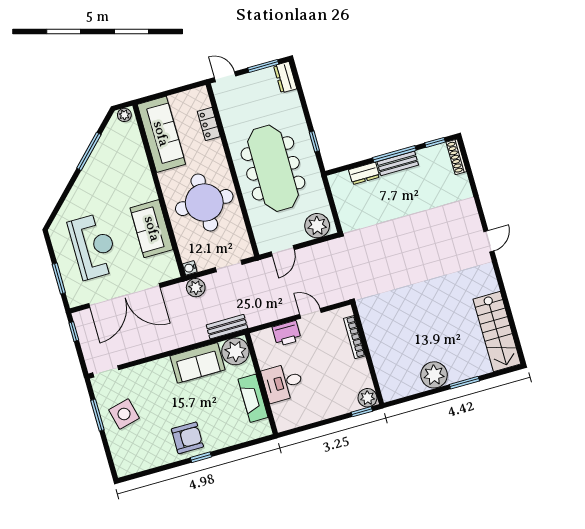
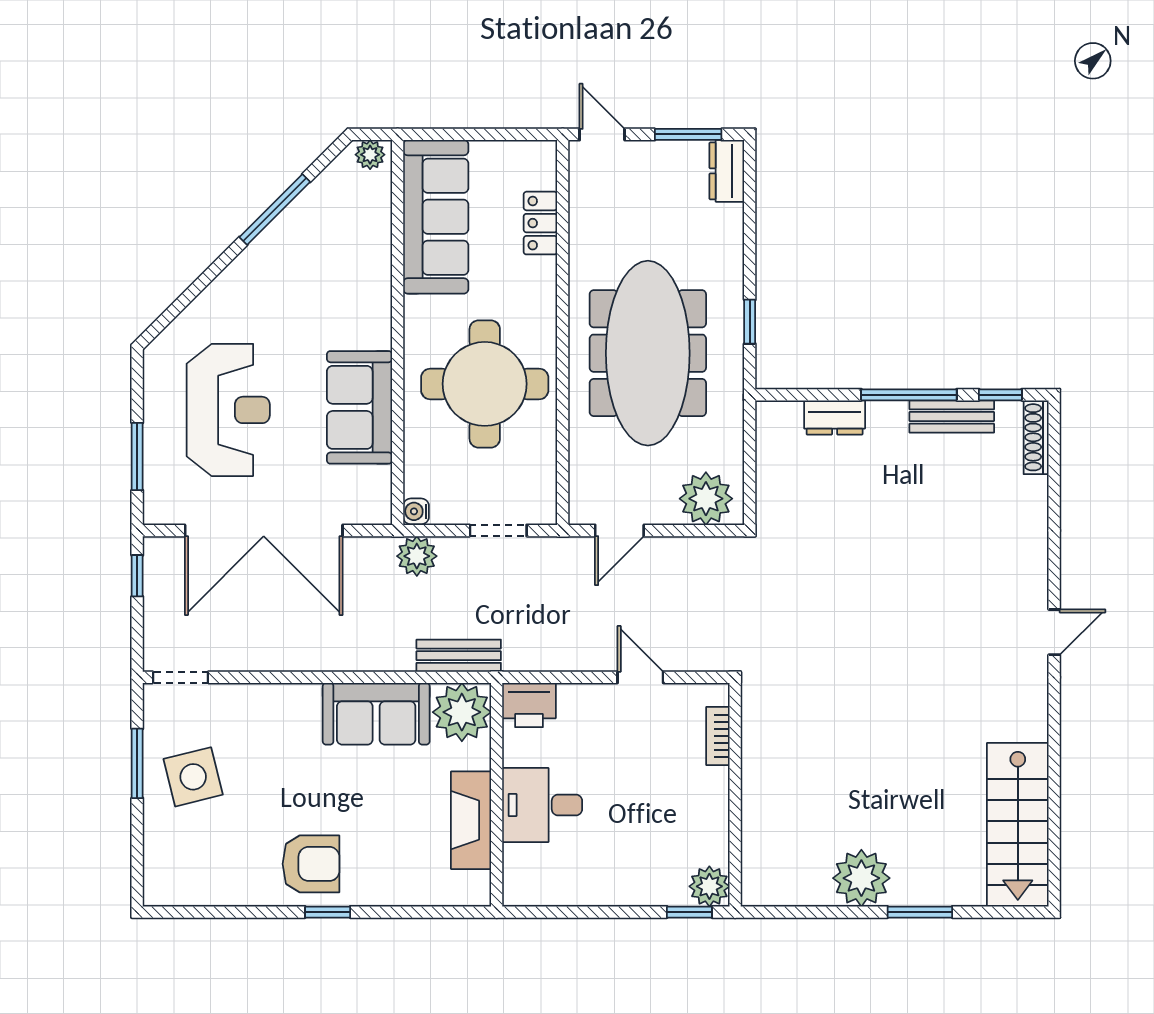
bench: (398, 163) -> (952, 417), moved
printer: (287, 333) -> (529, 705), moved
bookcase: (354, 337) -> (718, 736), width x0.64

